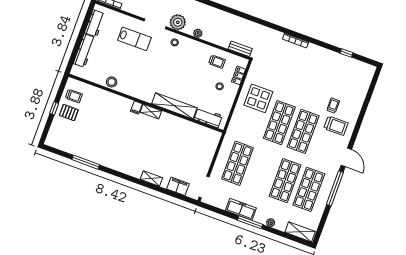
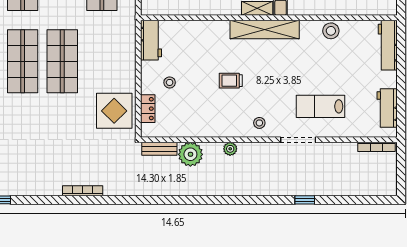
plant: (178, 22) -> (190, 154), moved
workbench: (84, 51) -> (388, 45), moved
trolley: (217, 62) -> (231, 81), moved
display table: (258, 98) -> (114, 111), moved
shelving: (174, 106) -> (265, 30), moved
workbench: (208, 117) -> (151, 40), moved, turned -90

